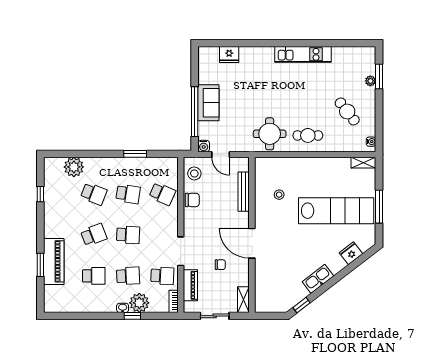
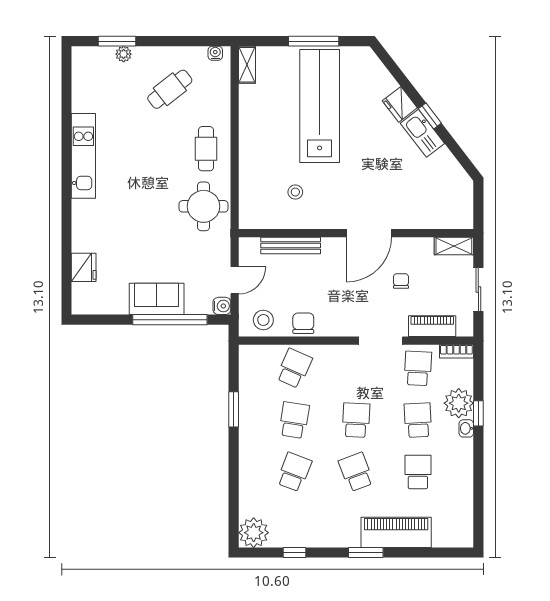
plant: (74, 167) -> (254, 533), moved
fridge: (351, 253) -> (400, 104), moved
window: (40, 265) -> (366, 553), moved
window: (301, 305) -> (430, 116), moved

